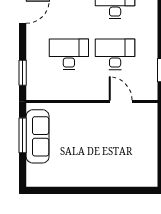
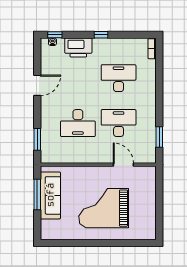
desk: (69, 54) -> (78, 123), turned 180
grand piano: (98, 151) -> (104, 208), added

